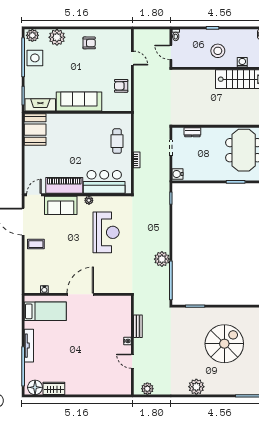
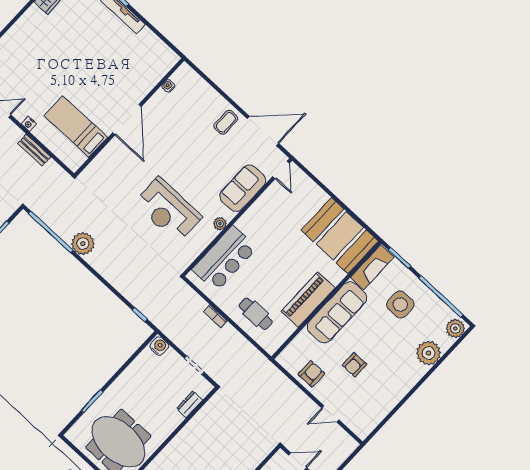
armchair: (89, 43) -> (354, 365), moved
side table: (35, 58) -> (400, 304), moved
booth: (35, 130) -> (340, 236), width x1.36, depth x1.42
piano: (64, 185) -> (308, 300), moved, turned 180
bed: (45, 311) -> (76, 127), moved, turned 90

